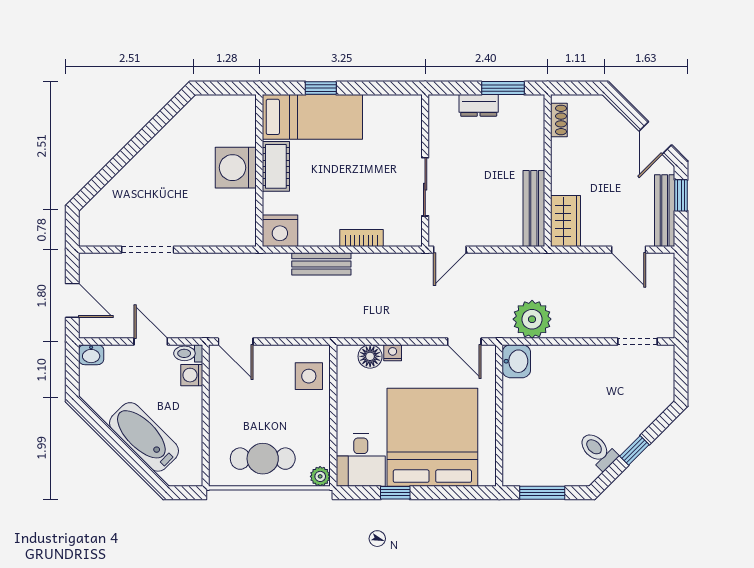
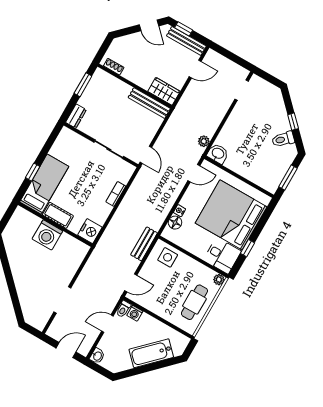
dresser: (479, 105) -> (76, 116), moved
bench: (321, 264) -> (144, 244), moved
plant: (532, 319) -> (204, 141), width x0.53, depth x0.53

